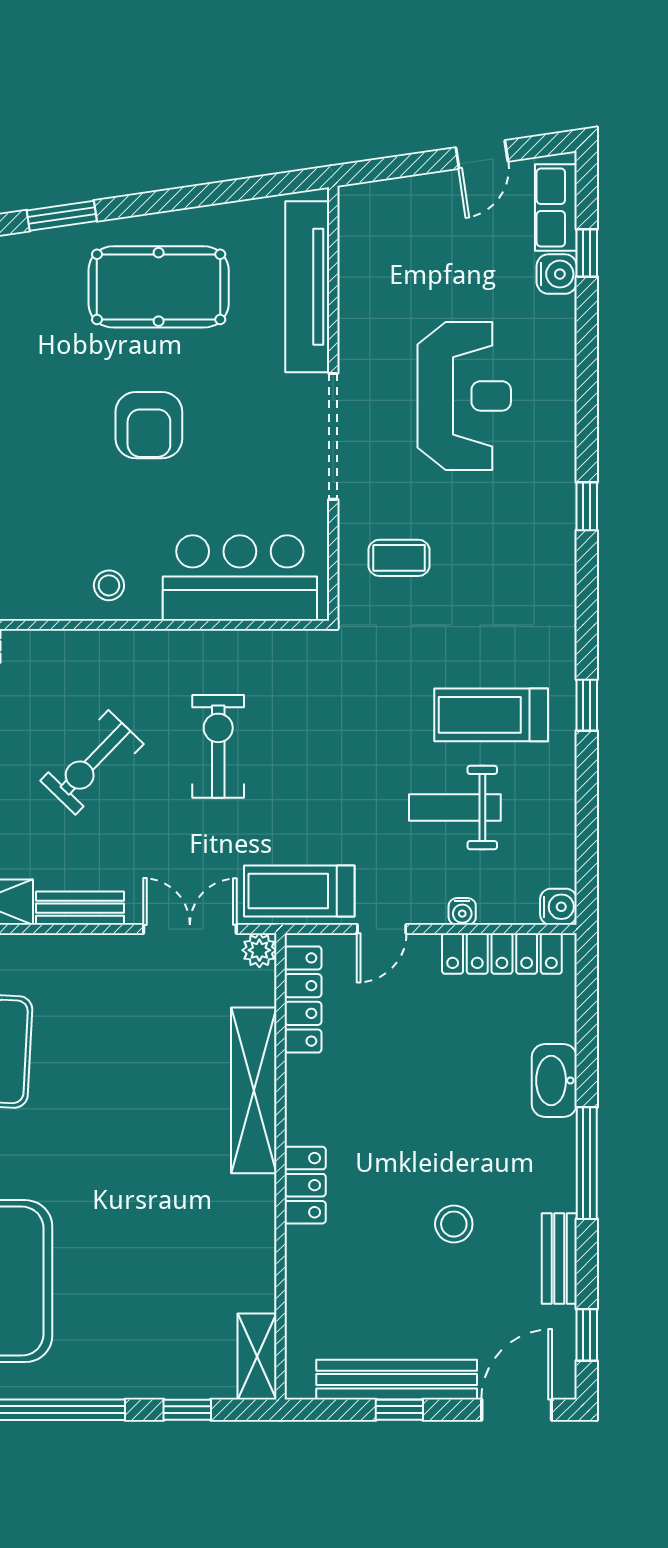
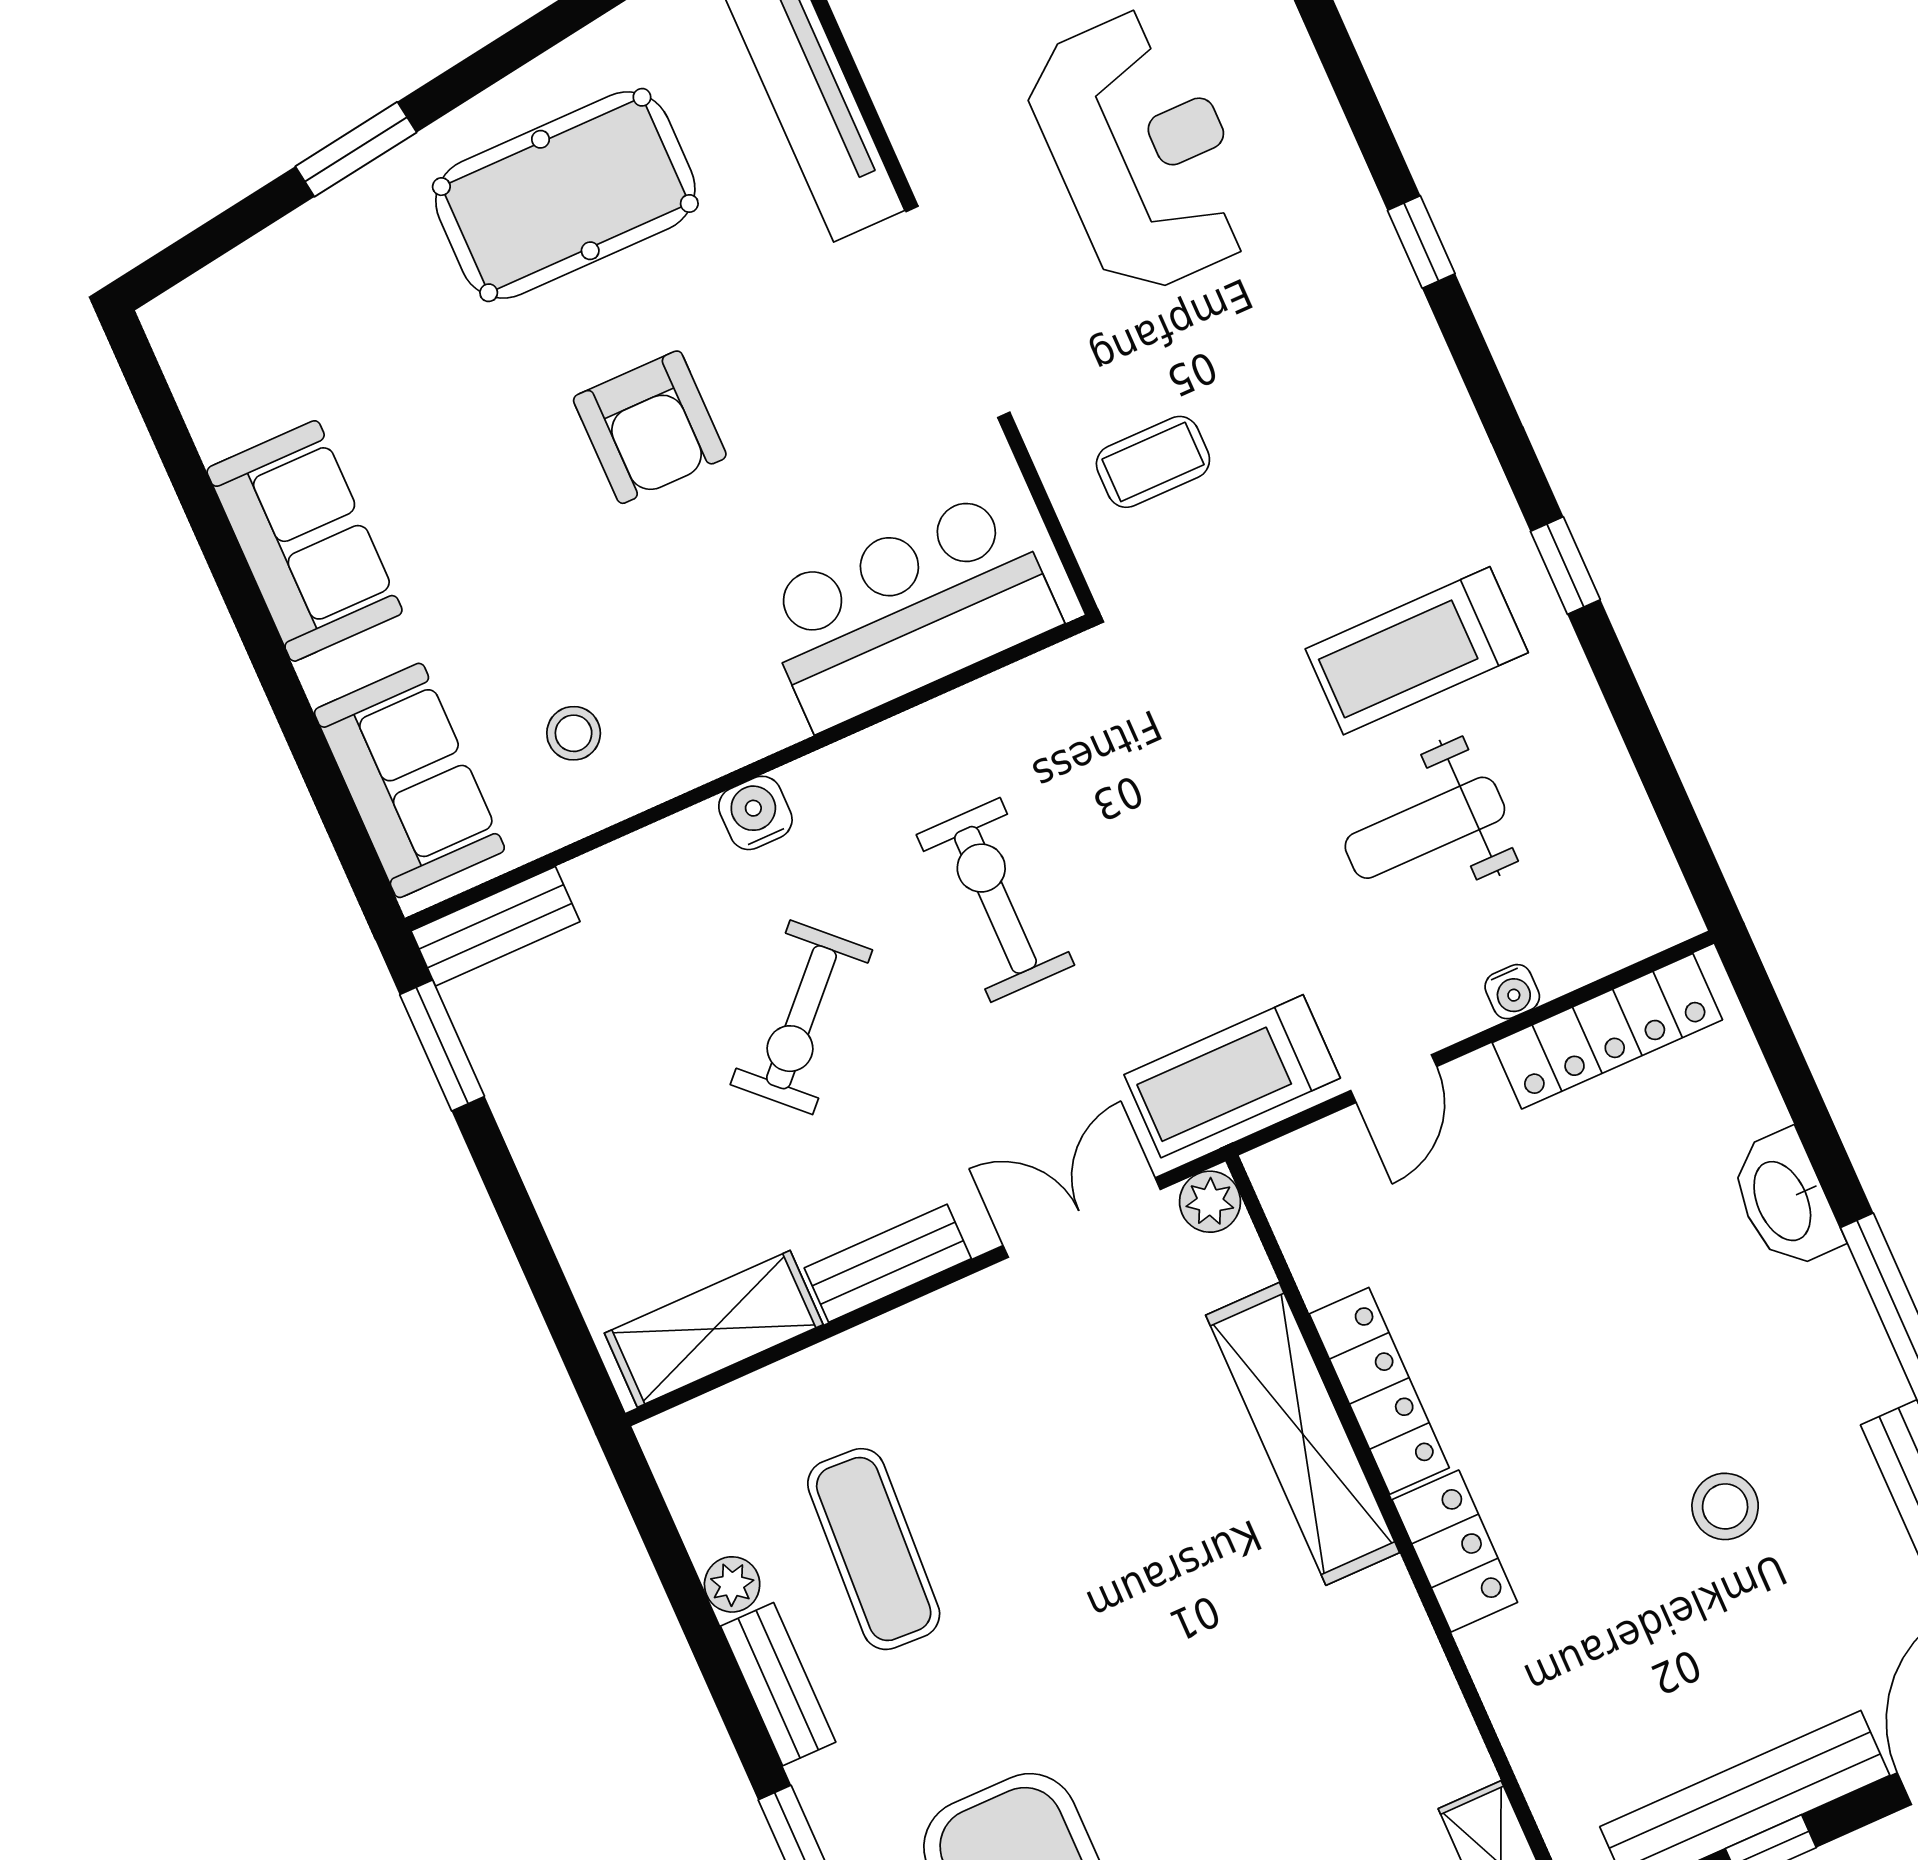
stool: (109, 585) -> (574, 733), moved
water cooler: (558, 907) -> (755, 813), moved, turned -90
locker: (303, 999) -> (1379, 1391), moved

